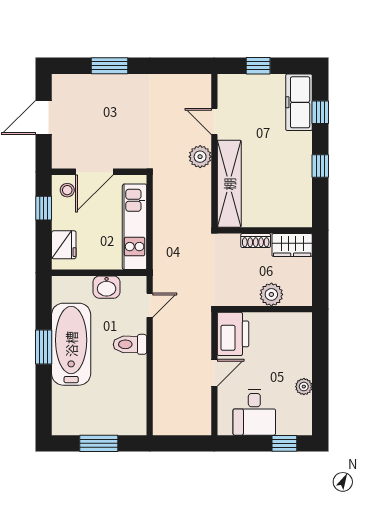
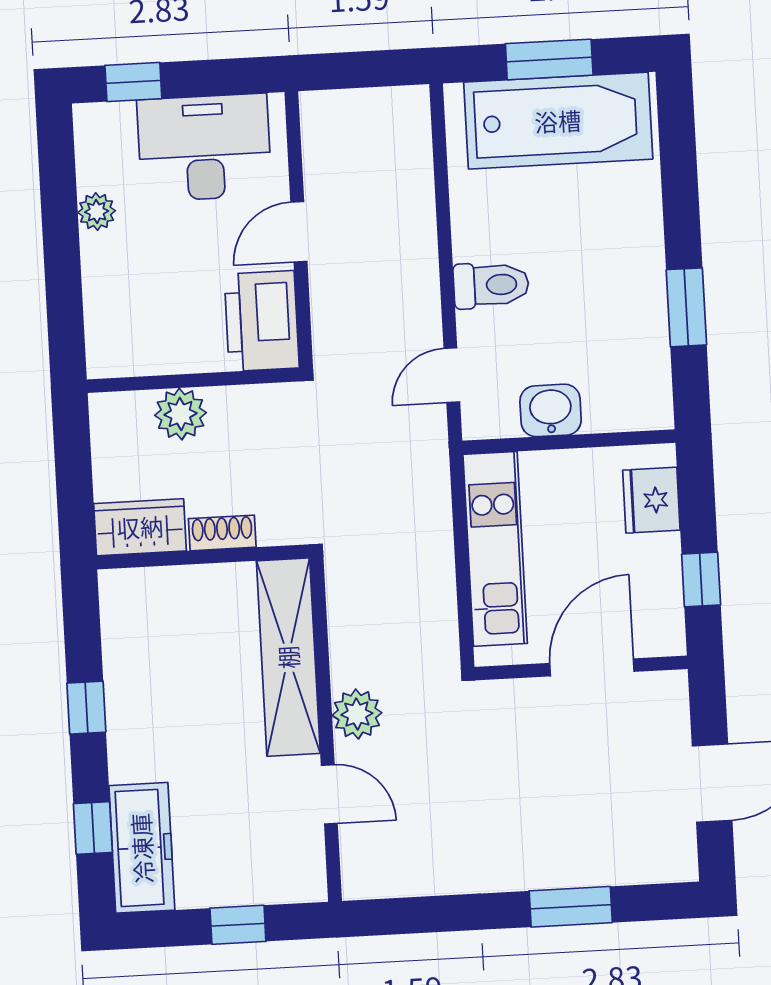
stool: (67, 190) -> (650, 623), removed
bathtub: (71, 344) -> (558, 121), moved, turned -90
window: (44, 347) -> (686, 307), moved
desk: (254, 412) -> (204, 148), width x1.37

